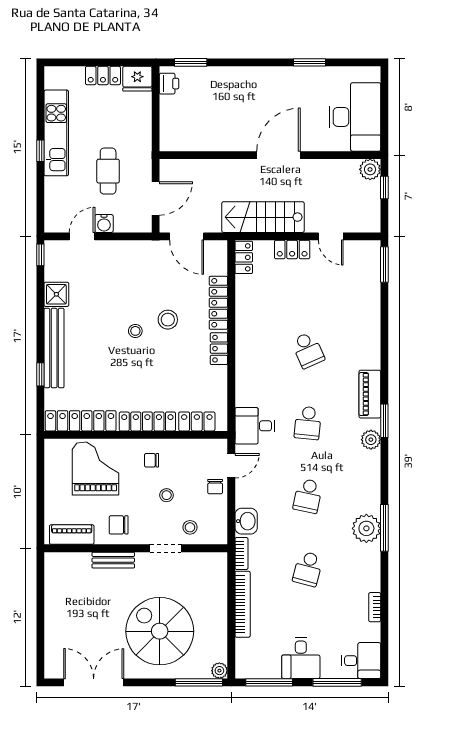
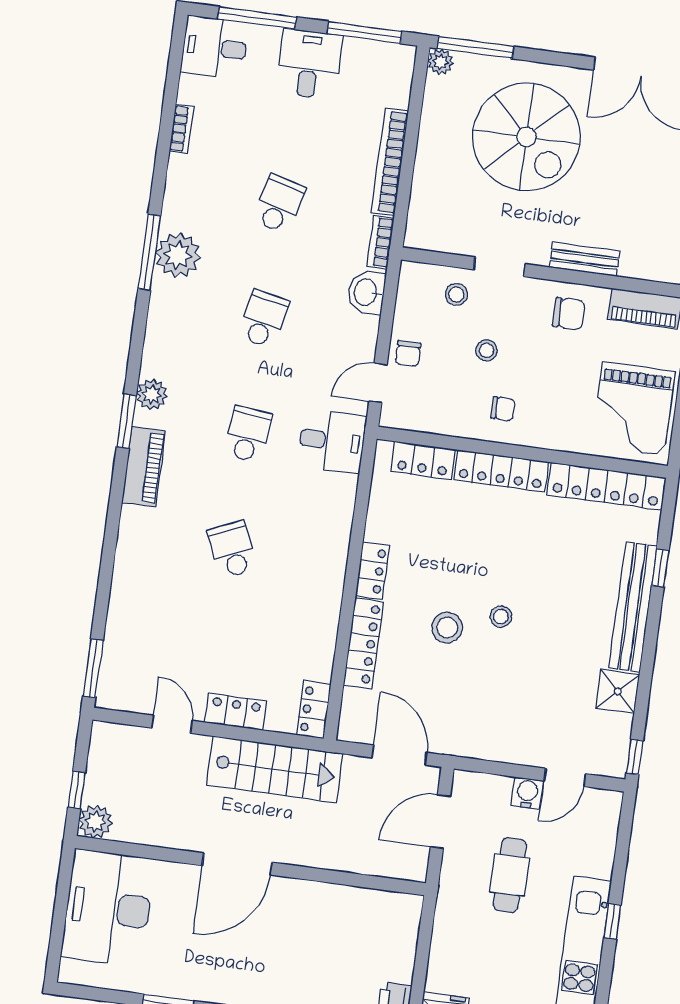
grand piano: (96, 469) -> (633, 409), moved
chair: (215, 487) -> (408, 353), turned 180

